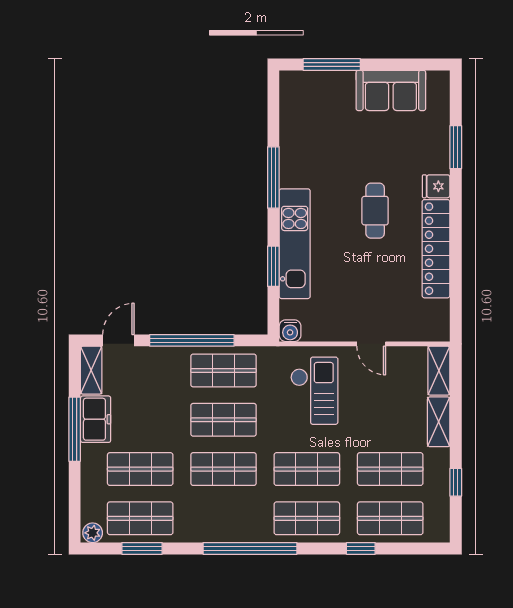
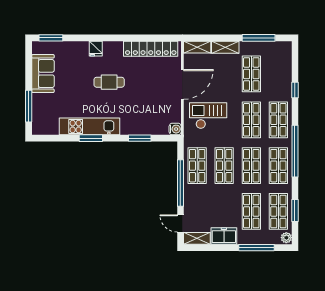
window: (456, 147) -> (51, 38), moved
window: (273, 178) -> (91, 138), width x0.69
kitchen unit: (295, 244) -> (90, 126), moved
locker: (436, 249) -> (151, 49), moved
door: (371, 344) -> (182, 84), width x1.88
window: (75, 429) -> (256, 248), moved
window: (456, 482) -> (259, 38), width x2.17
shop shelf: (390, 518) -> (278, 166), moved

